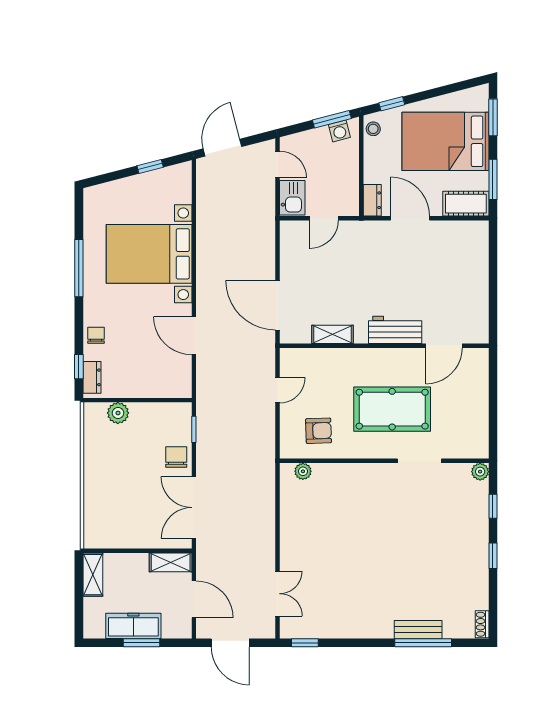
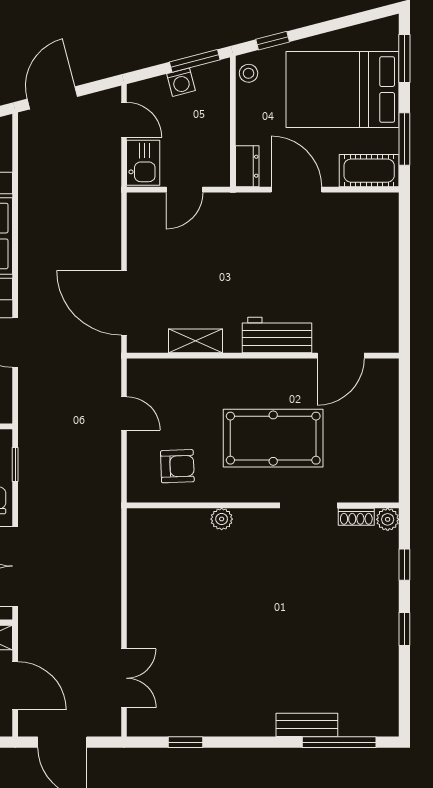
washing machine: (339, 131) -> (181, 82), moved
door: (278, 390) -> (124, 413), hinge flipped
plant: (303, 471) -> (222, 519), moved
shoe rack: (482, 624) -> (356, 517), moved, turned -90
window: (305, 643) -> (185, 742), moved
window: (423, 643) -> (339, 742), moved

